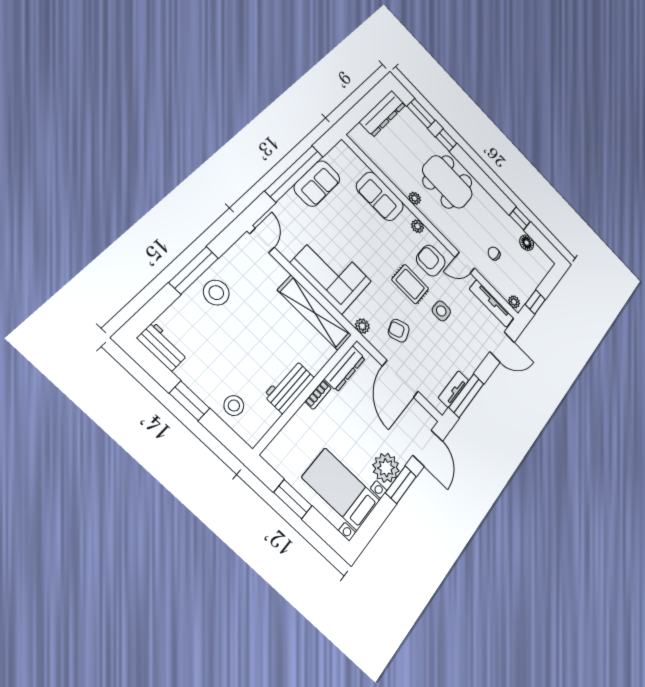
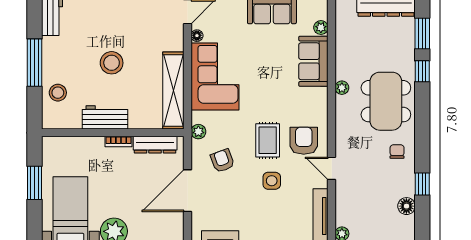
plant: (418, 226) -> (321, 28), moved
floor lamp: (288, 253) -> (197, 36), added
chair: (494, 253) -> (397, 152), moved
stool: (216, 293) -> (112, 63), moved
window: (189, 401) -> (34, 63), width x1.44

